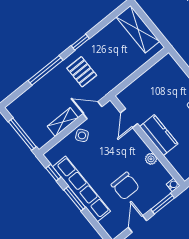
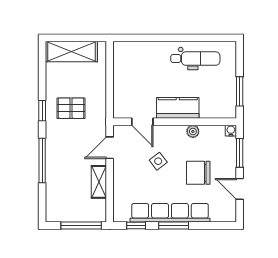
pallet: (82, 72) -> (71, 108), moved
side table: (82, 135) -> (158, 161), moved
chair: (125, 186) -> (198, 173), turned 180

